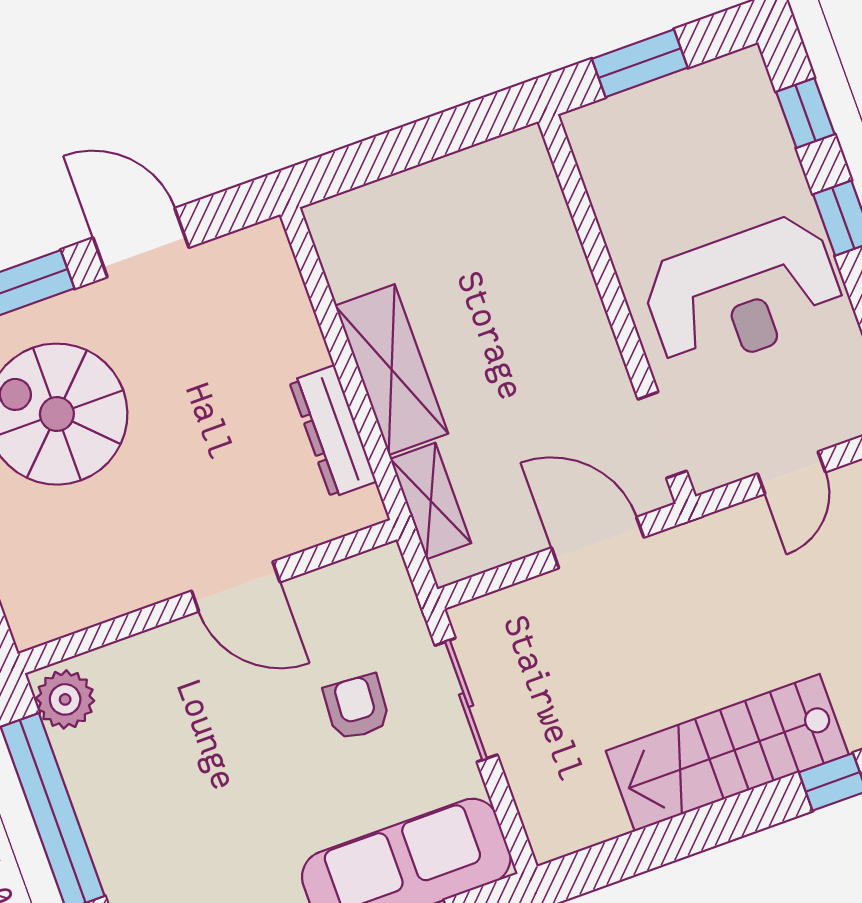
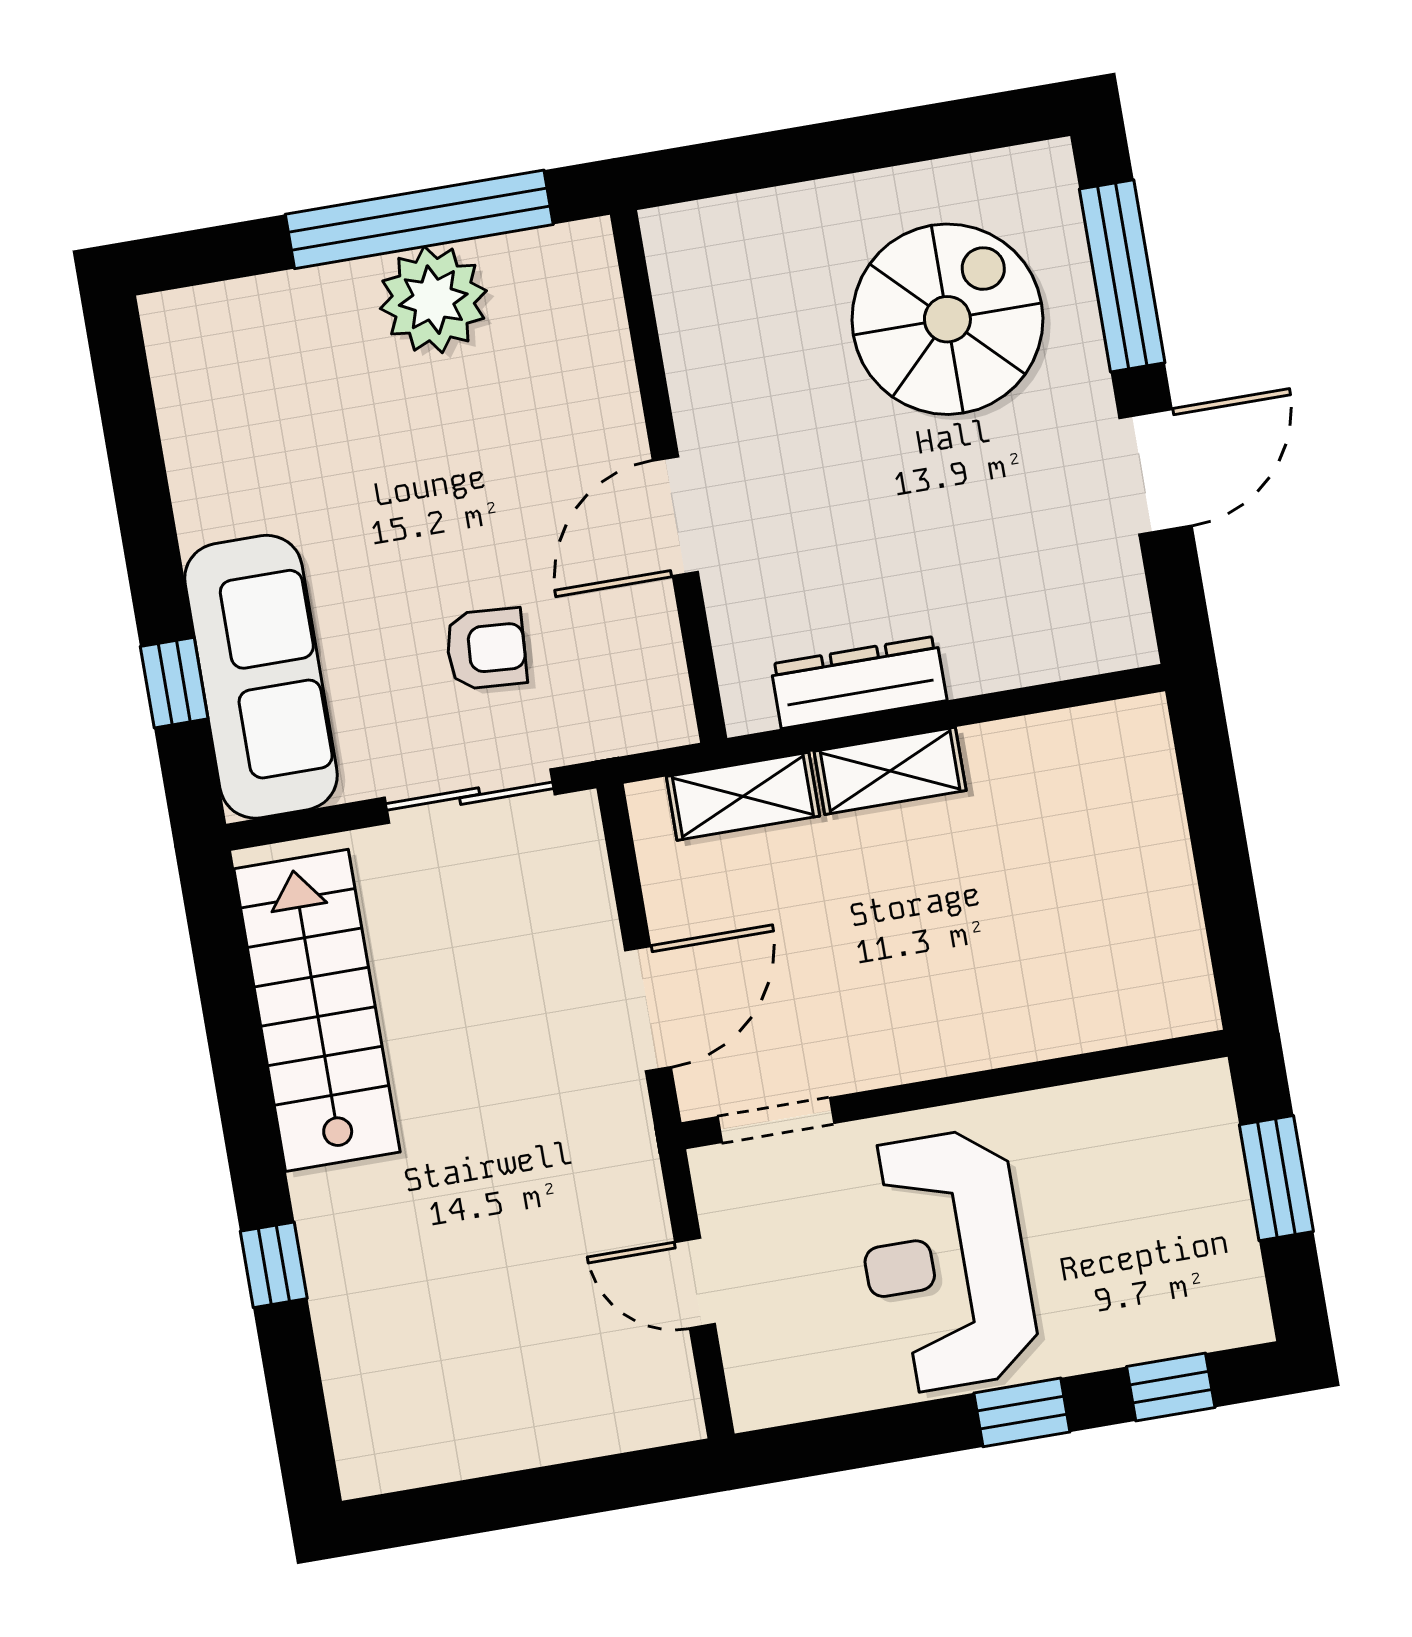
shelving: (392, 370) -> (890, 771), width x0.67, depth x0.75
plant: (65, 699) -> (433, 300), moved, width x1.36, depth x1.36
stairs: (727, 753) -> (317, 1010), moved

